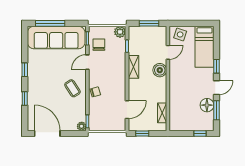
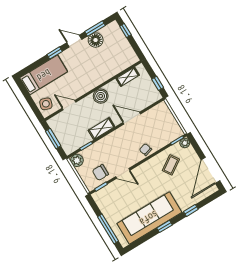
sofa: (56, 37) -> (149, 218), moved, turned -90
boiler: (160, 70) -> (101, 96), moved
coffee table: (72, 88) -> (171, 165), moved
door: (127, 110) -> (132, 118), moved

